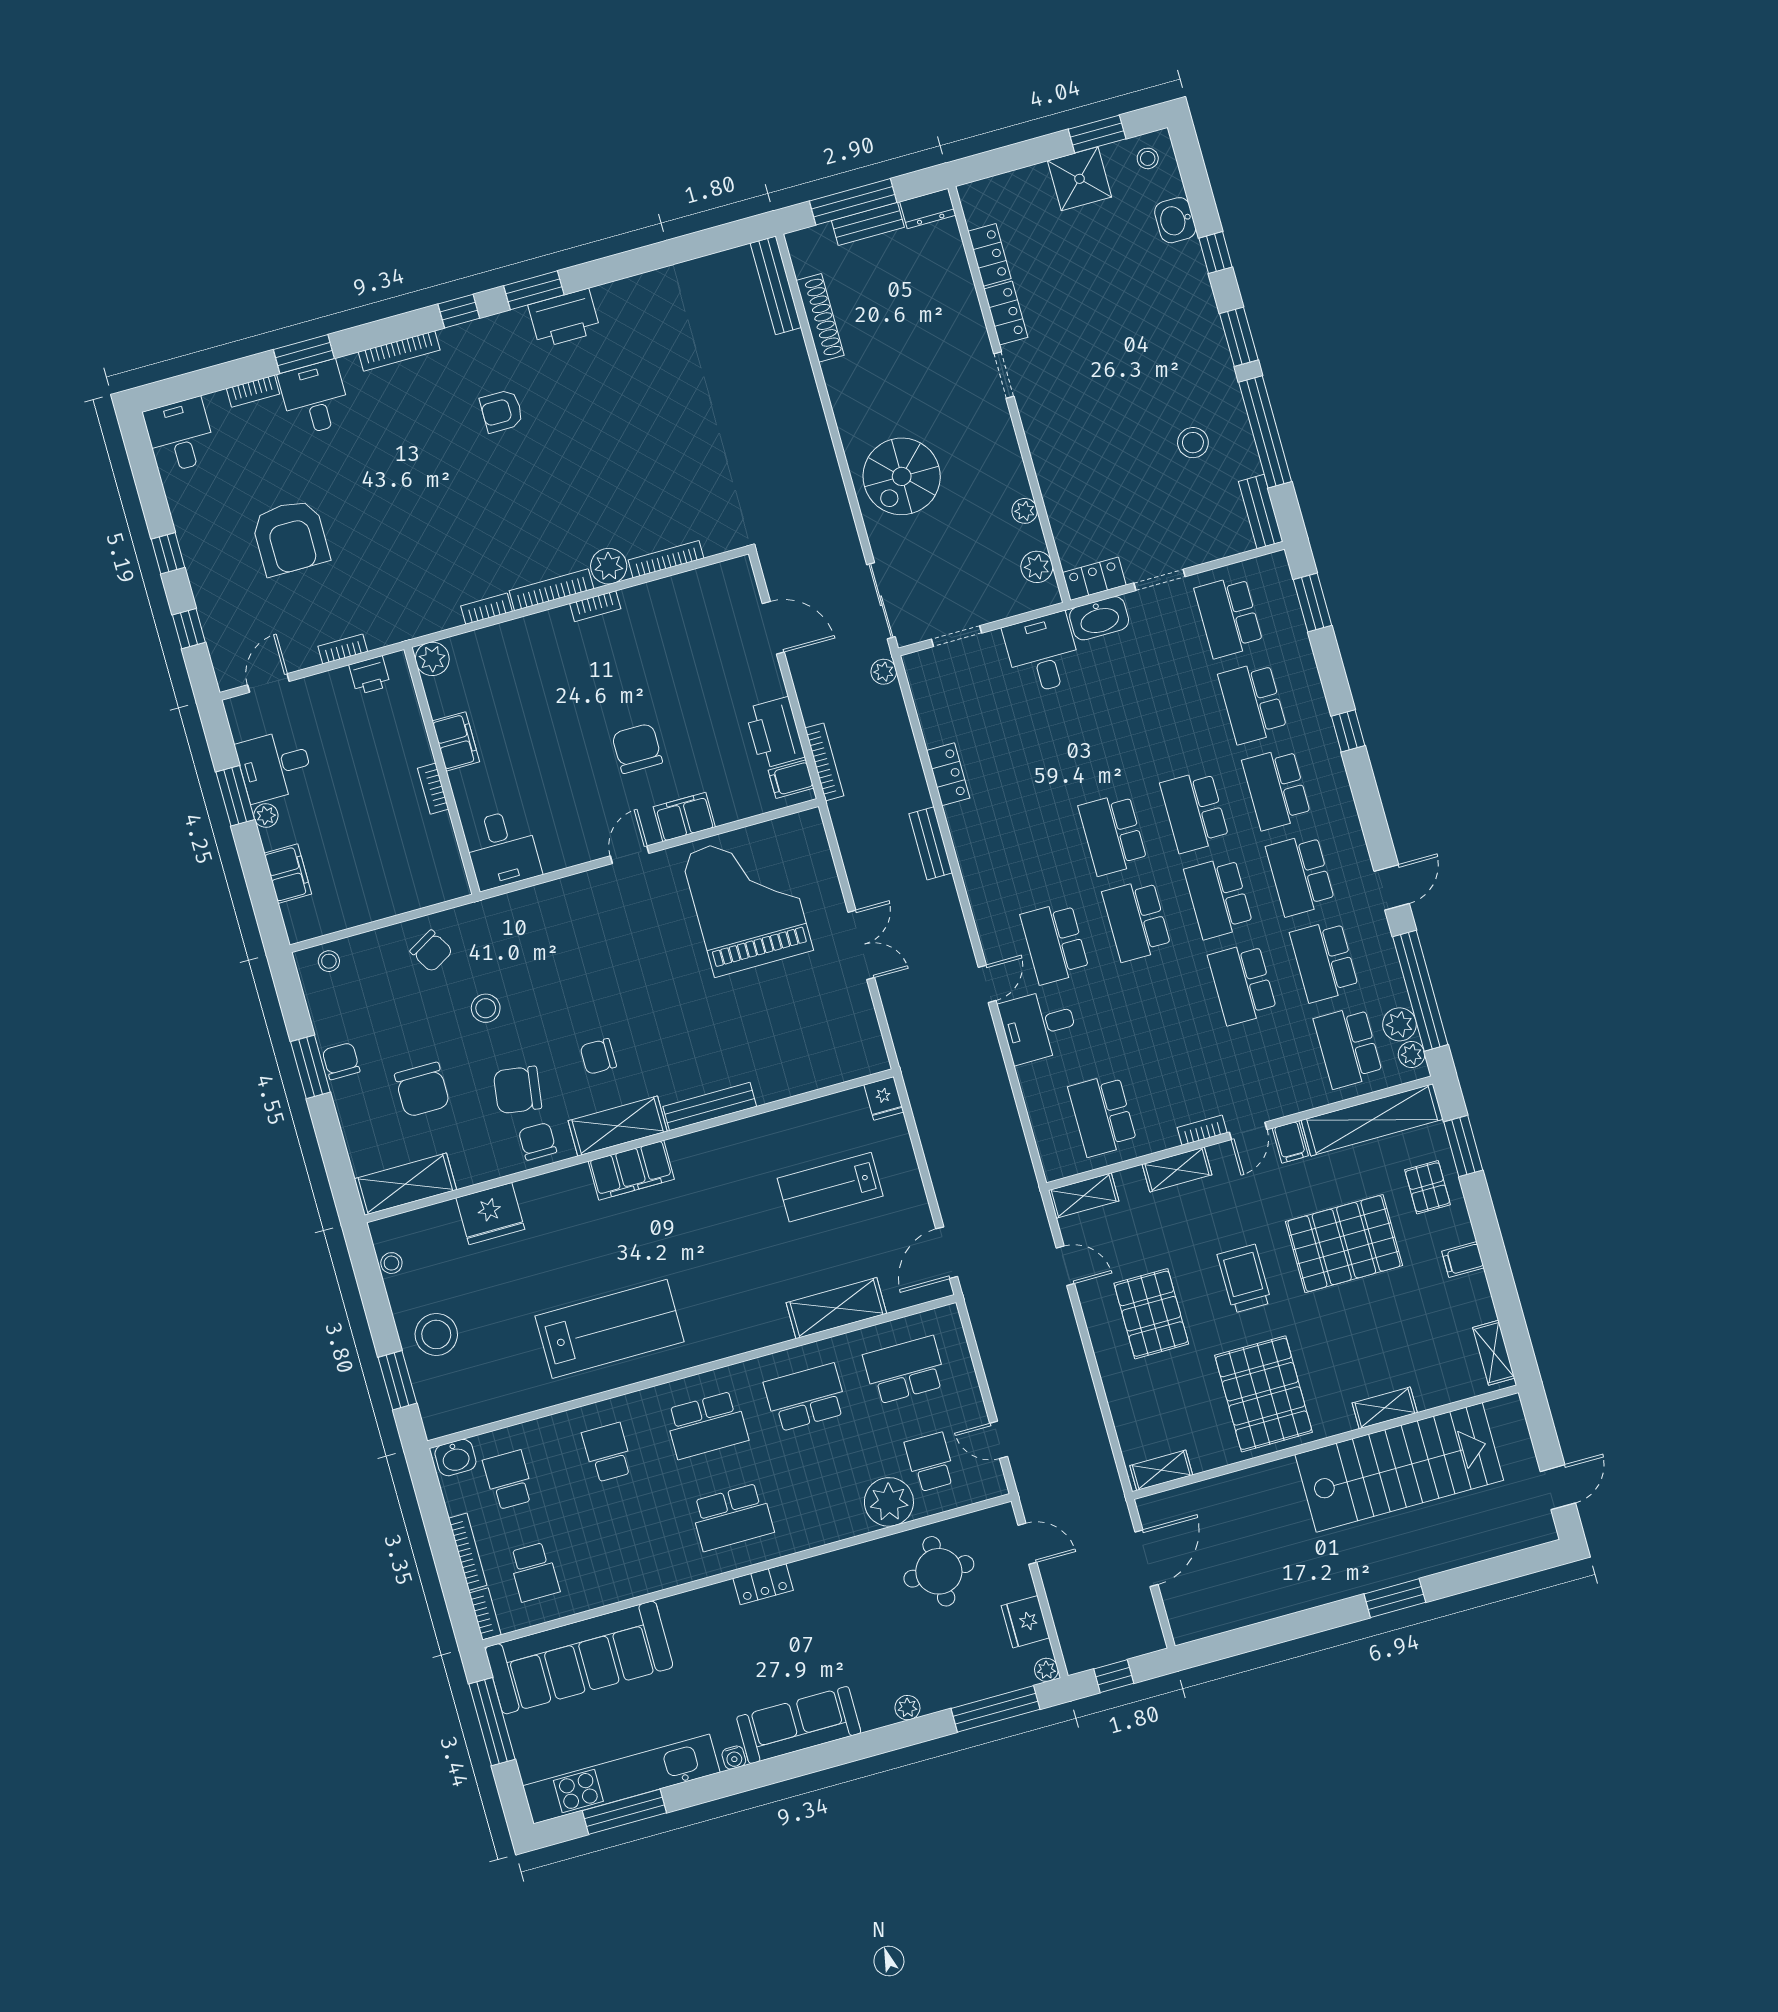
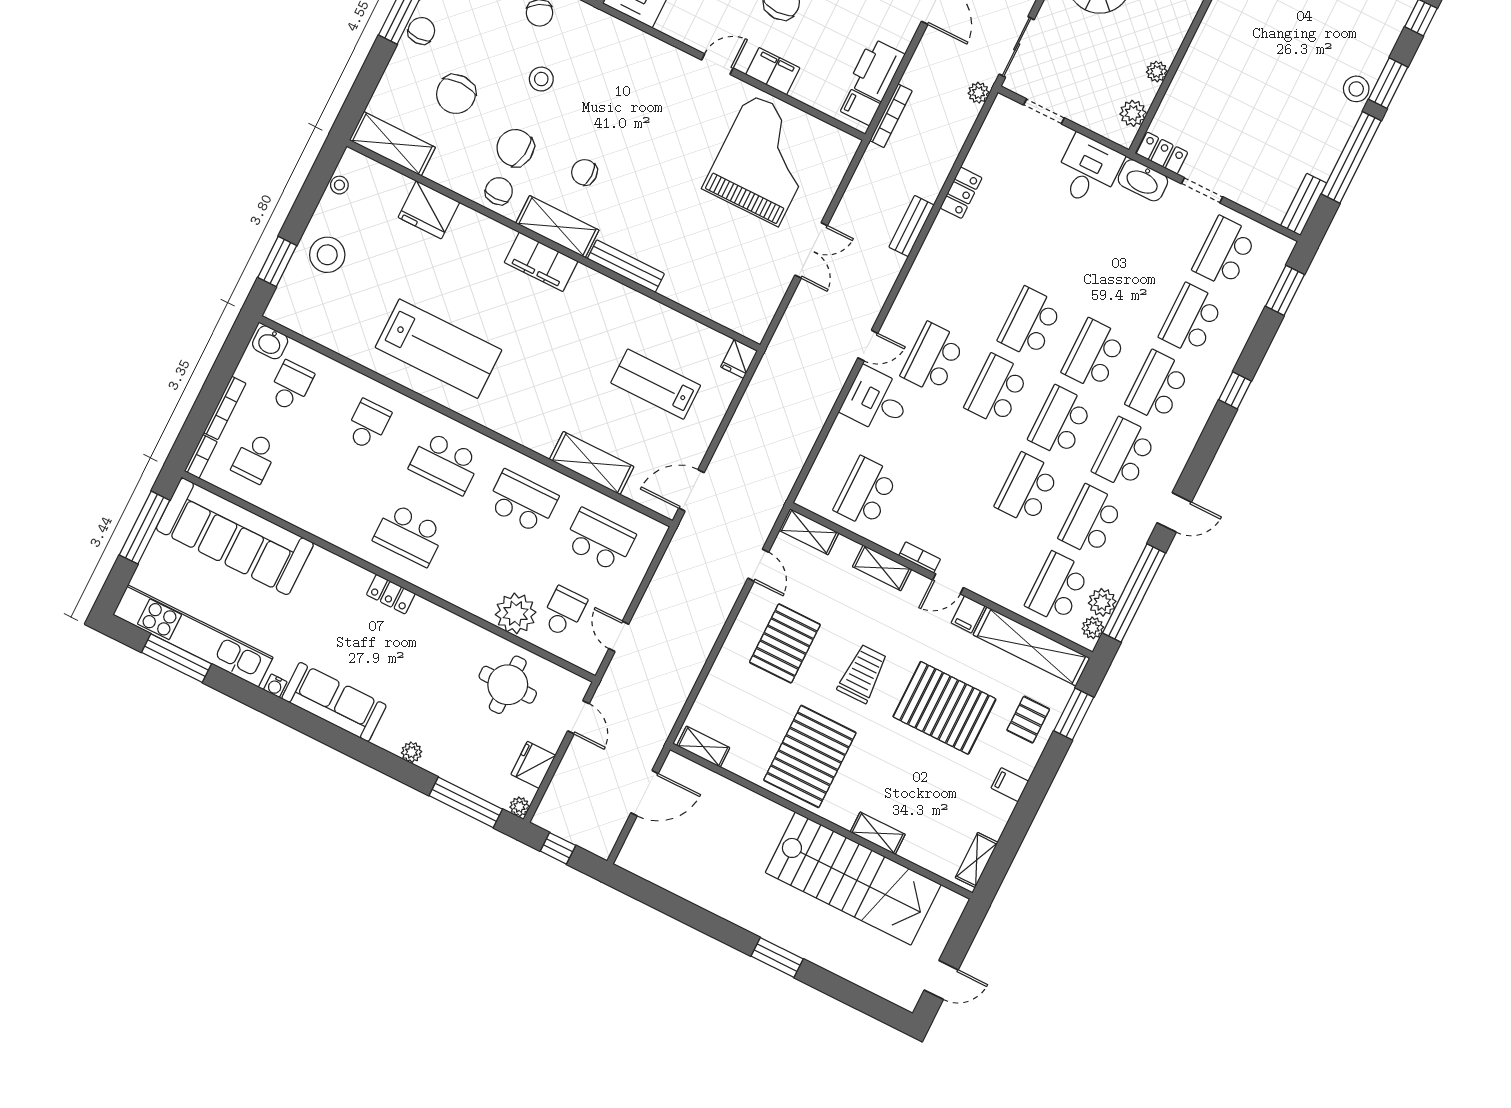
stool: (1193, 443) -> (1356, 89), moved

